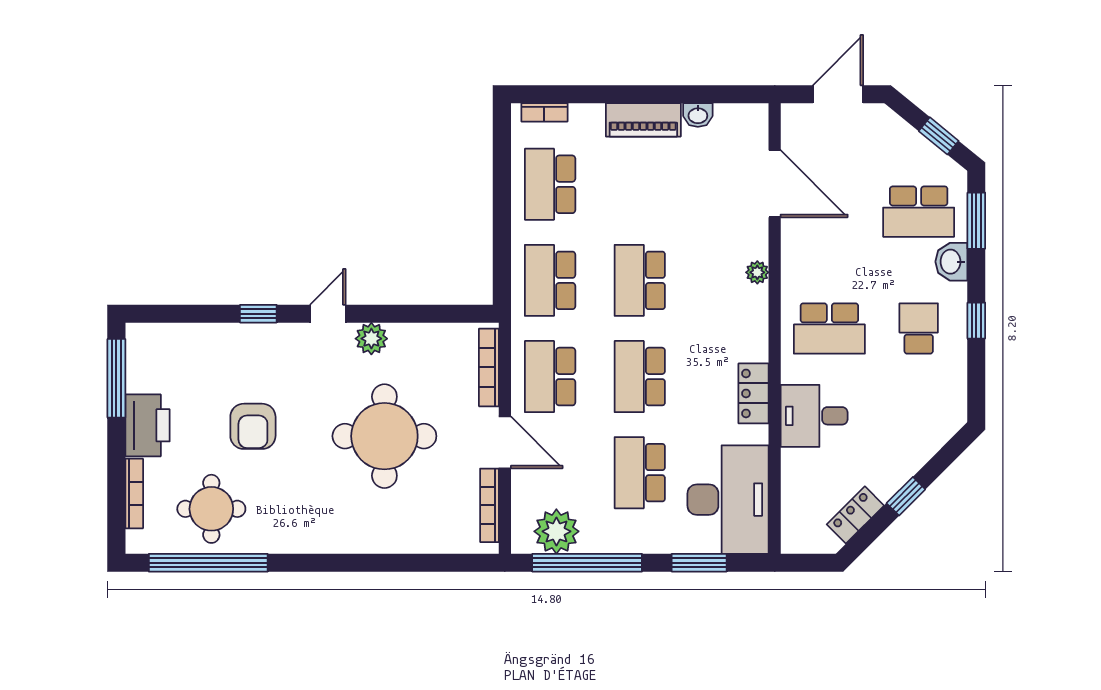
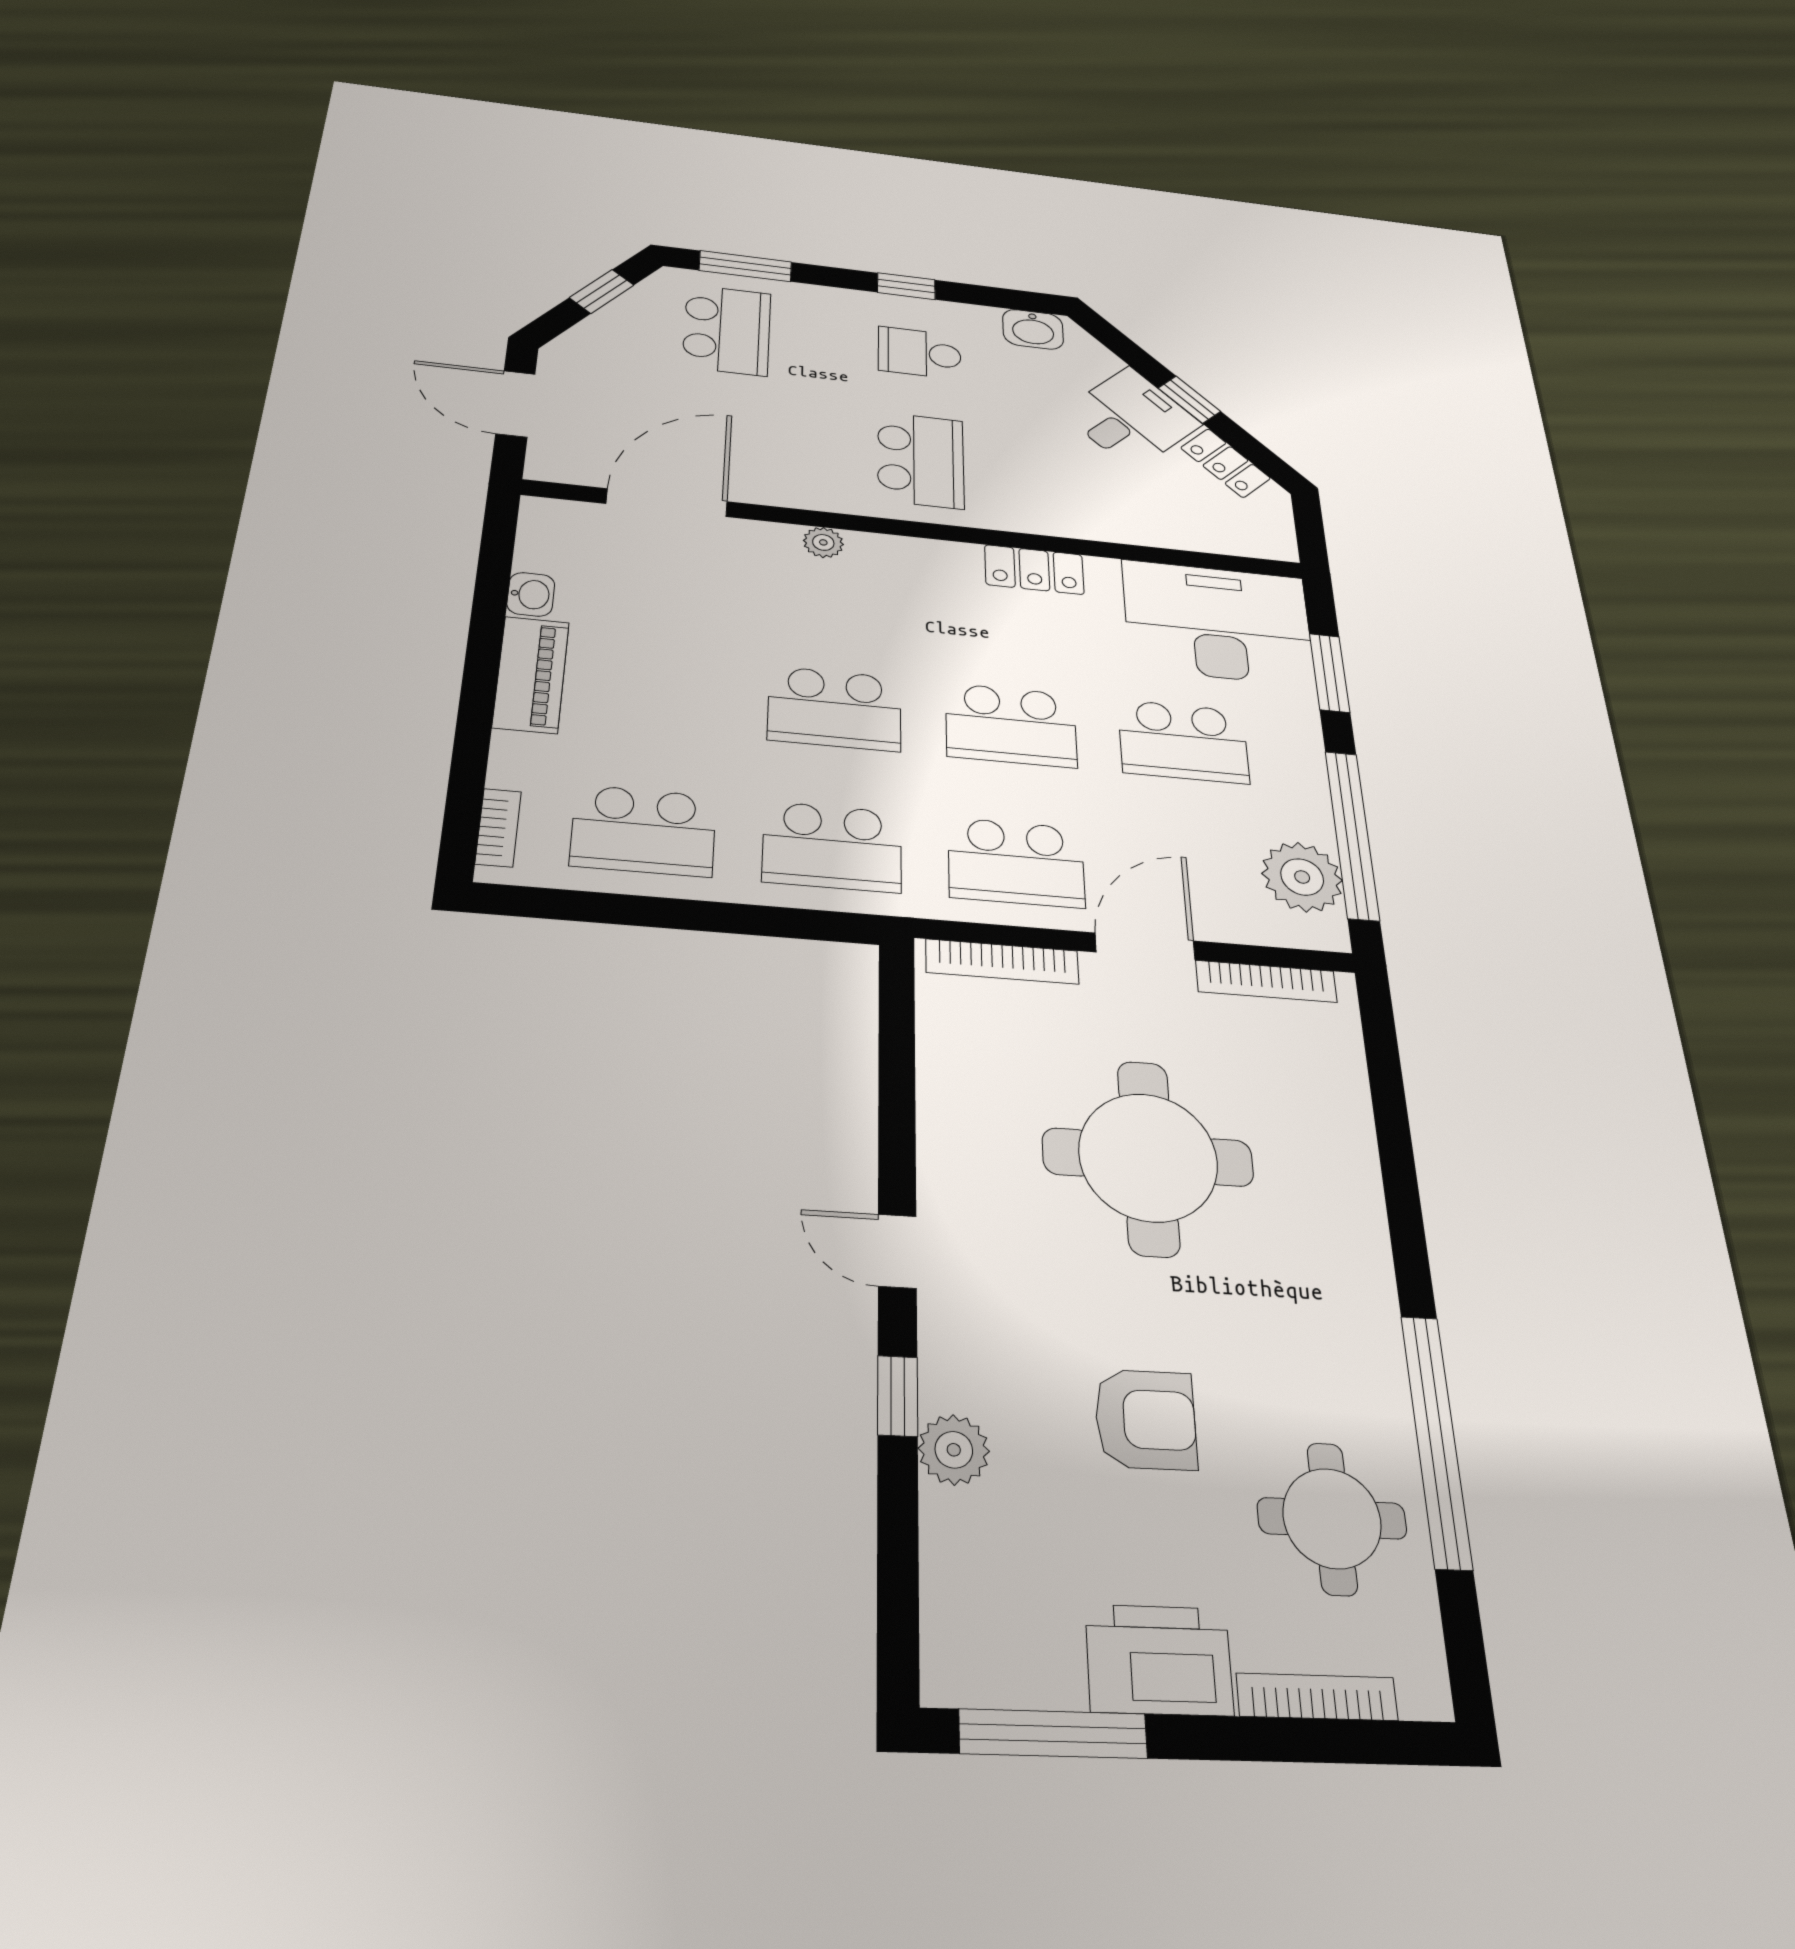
washbasin: (951, 262) -> (1033, 329), moved
plant: (371, 339) -> (954, 1450), moved
desk: (814, 416) -> (1131, 418), moved, turned -135
window: (208, 563) -> (1436, 1440), moved

